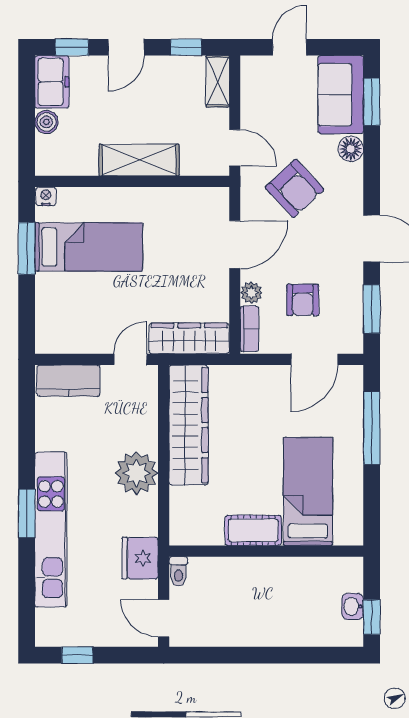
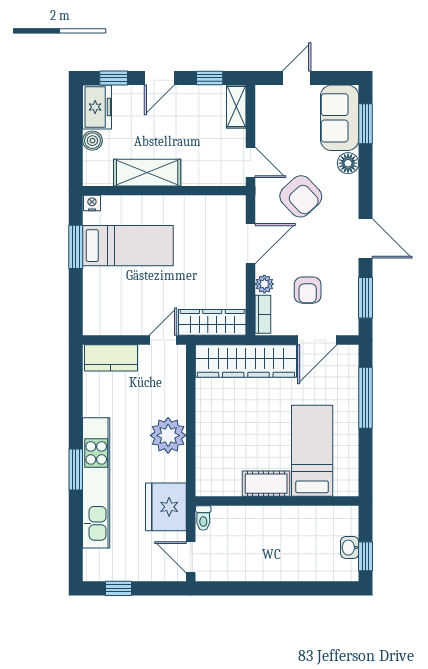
shelving: (139, 160) -> (147, 173), moved
wardrobe: (189, 425) -> (246, 361), moved, turned 90
fridge: (140, 558) -> (166, 507), width x1.36, depth x1.34

